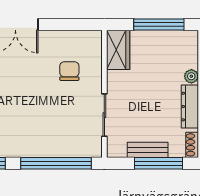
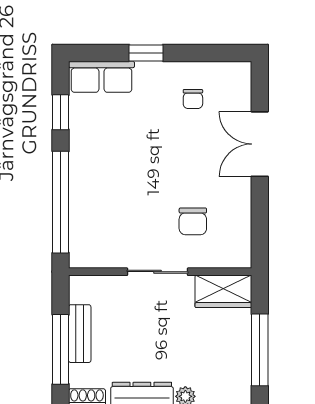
chair: (69, 71) -> (193, 221), turned 90
sliding door: (104, 115) -> (157, 272), moved

